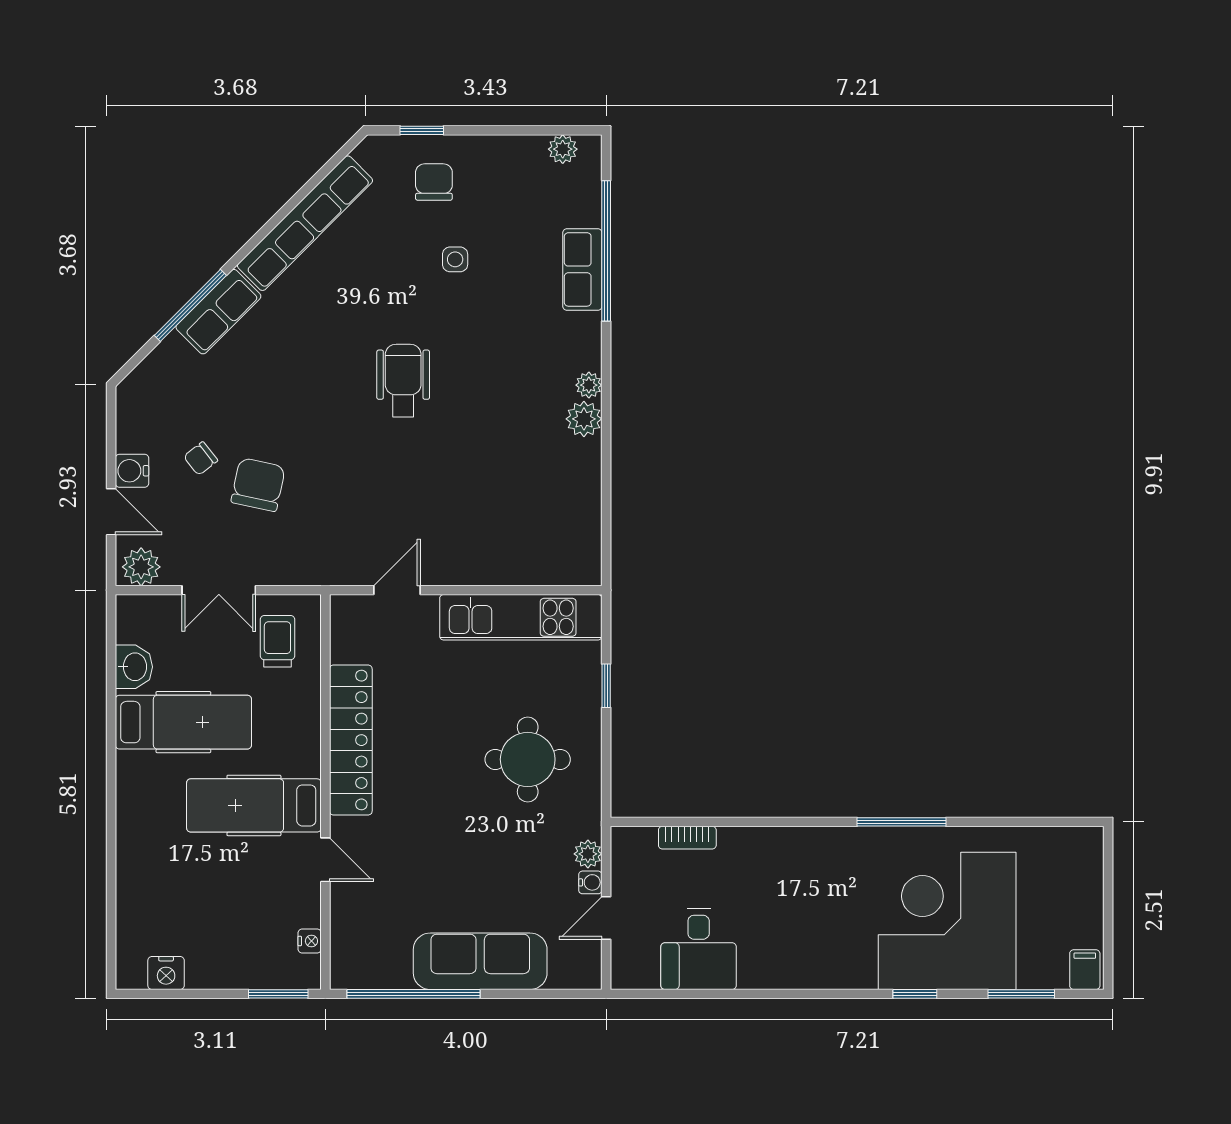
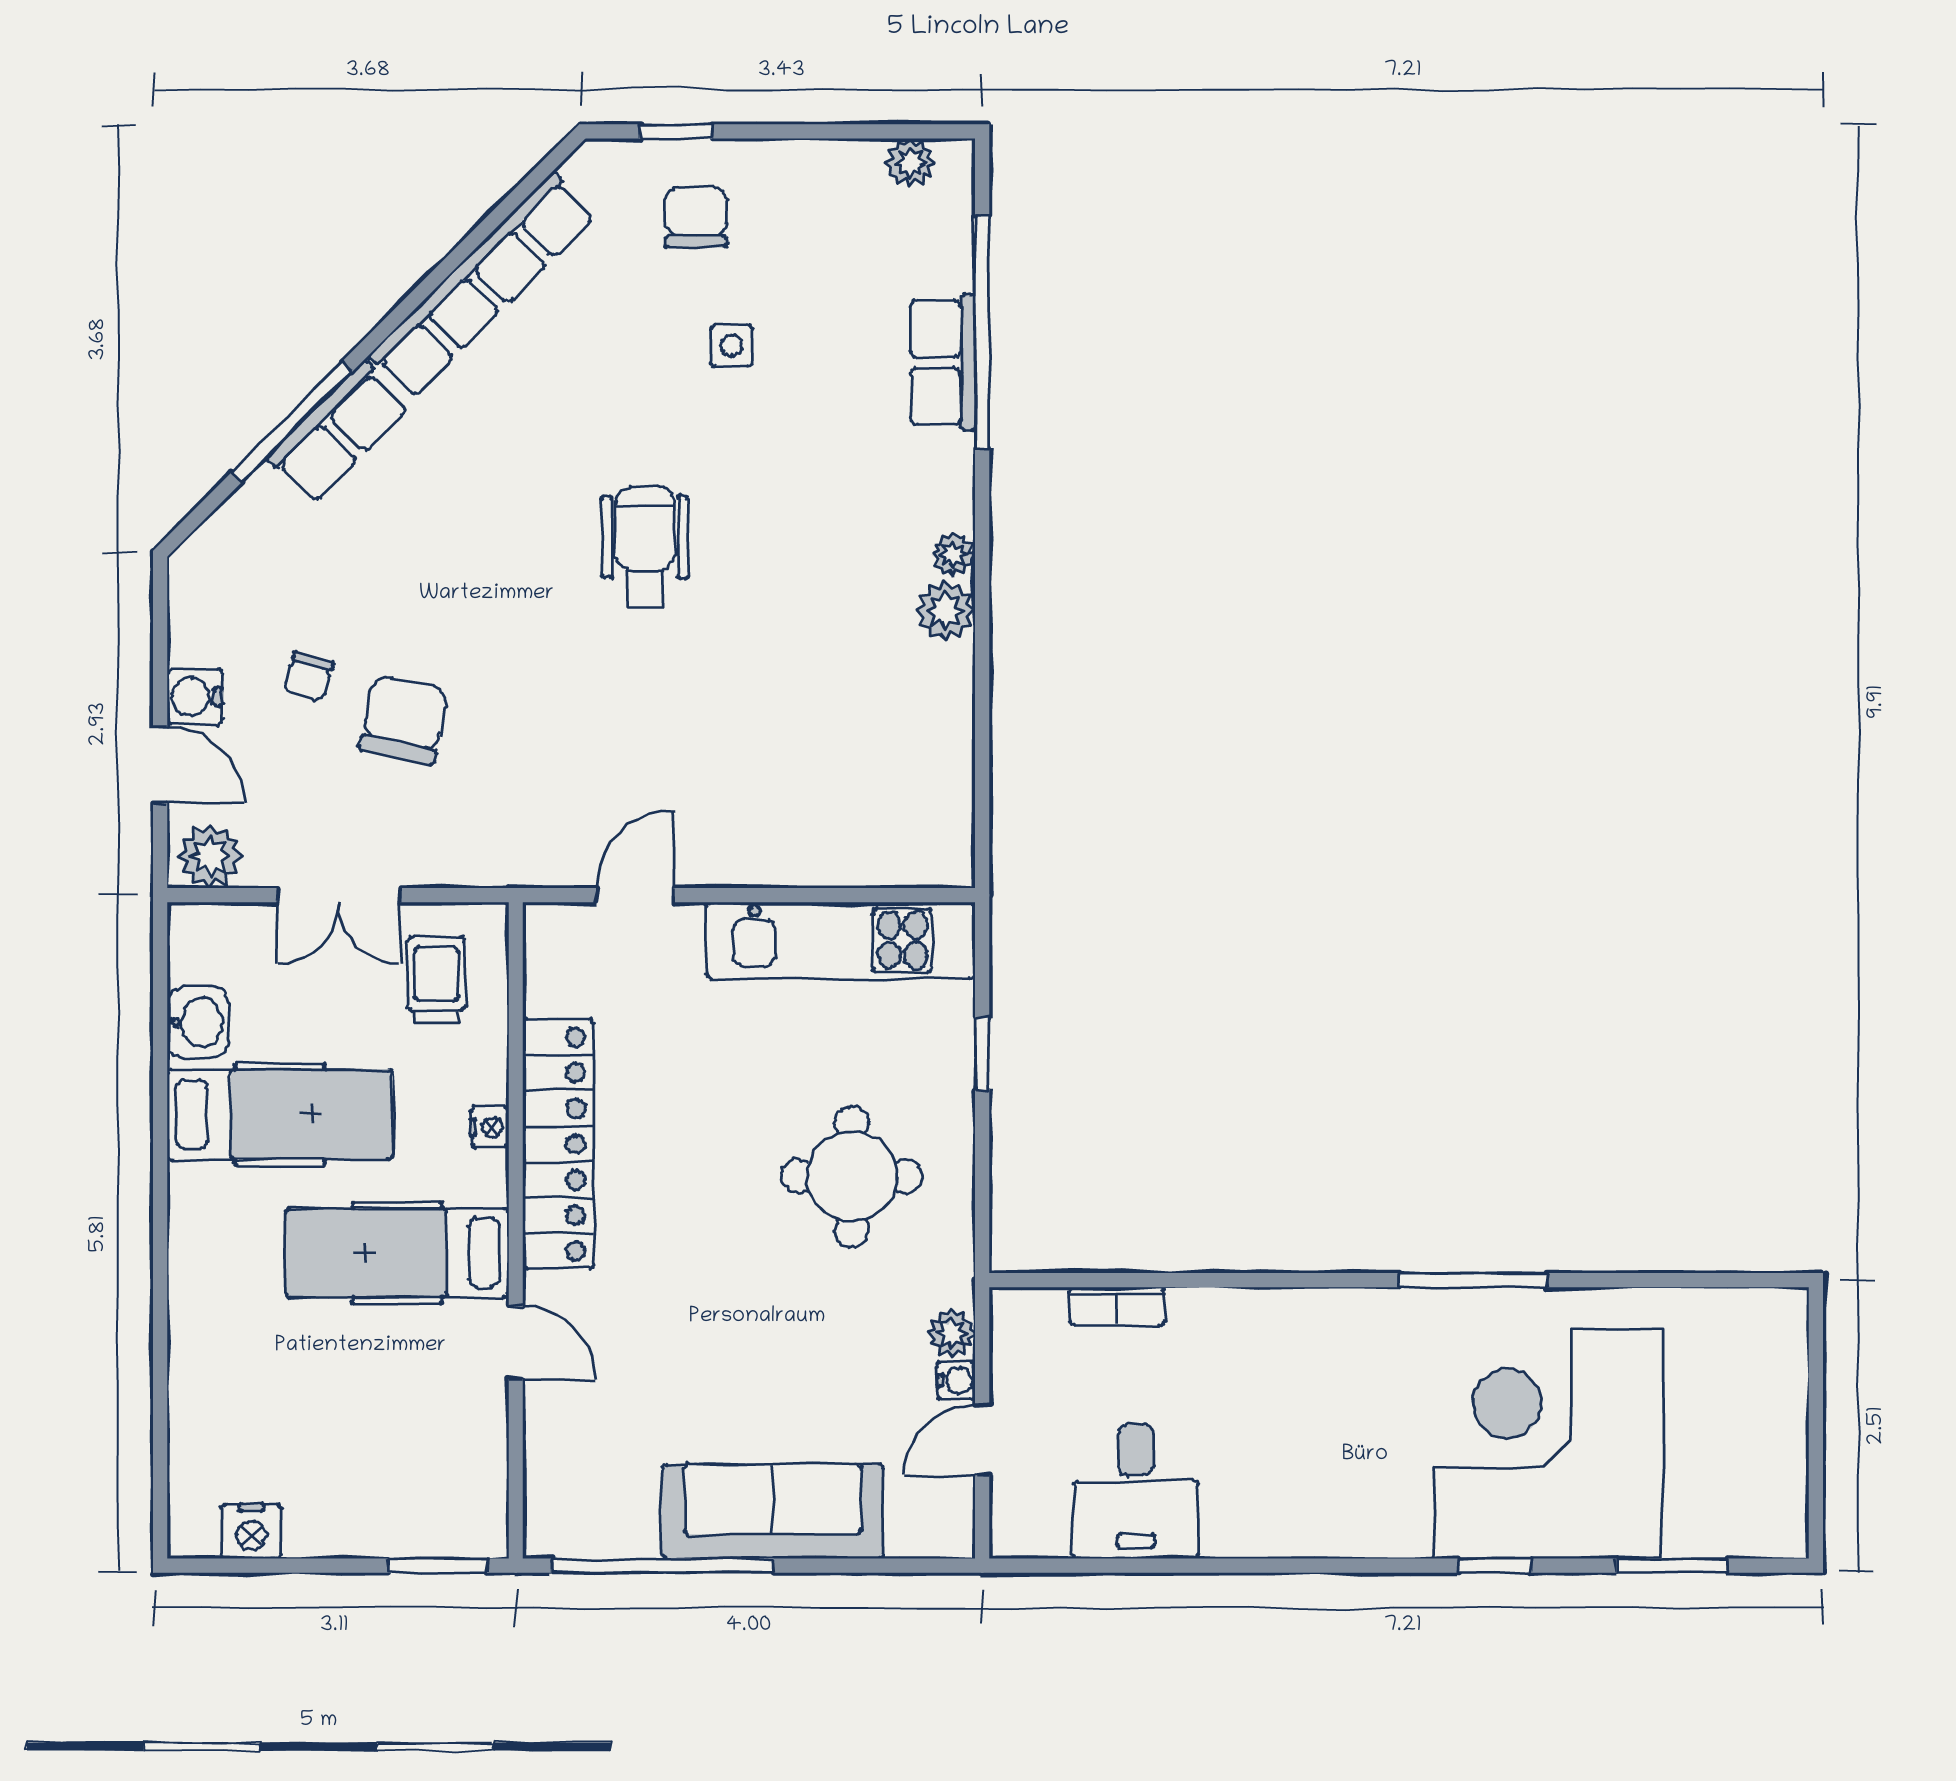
chair: (201, 459) -> (309, 676), turned -36
nightstand: (310, 941) -> (490, 1127), moved
filing cabinet: (1085, 970) -> (1777, 1525), removed

